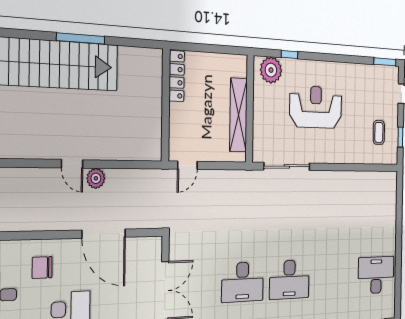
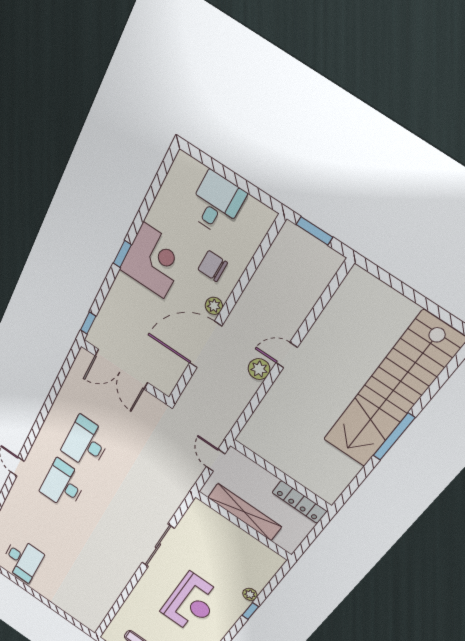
plant: (271, 70) -> (250, 594), width x0.53, depth x0.53
wall: (250, 109) -> (243, 526), moved
shelving: (238, 115) -> (245, 512), moved
plant: (71, 247) -> (214, 306), added
chair: (42, 268) -> (213, 266), turned -90

